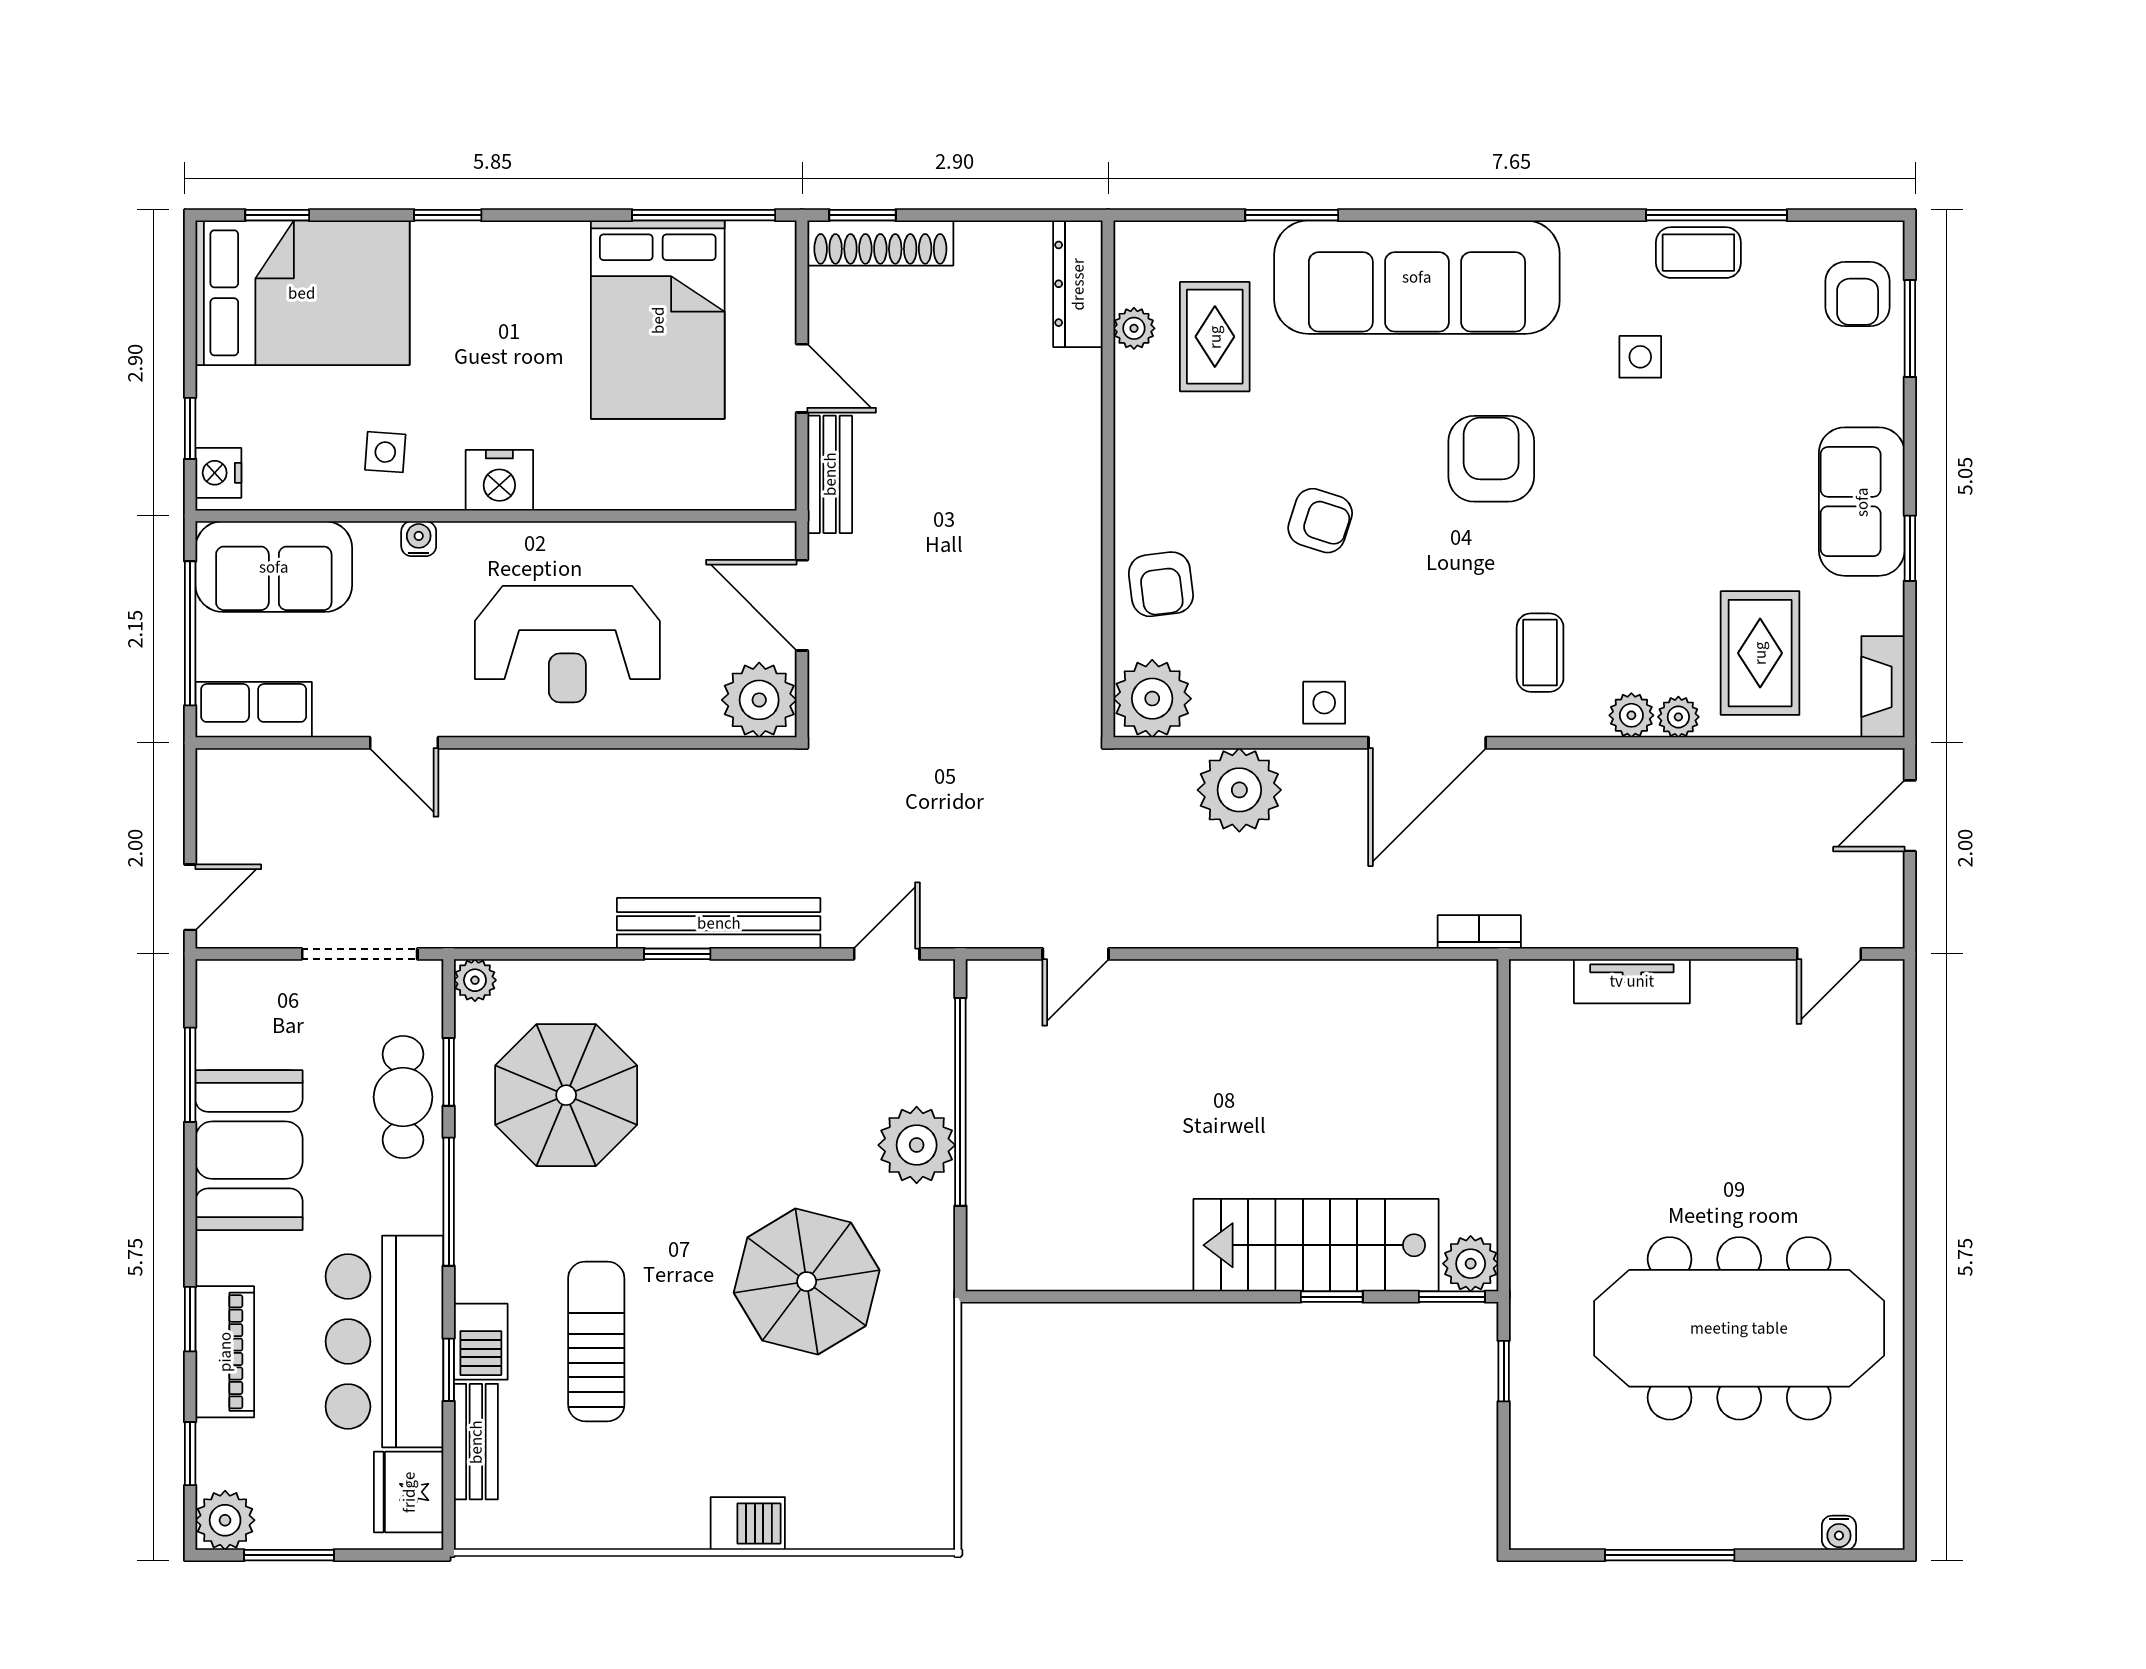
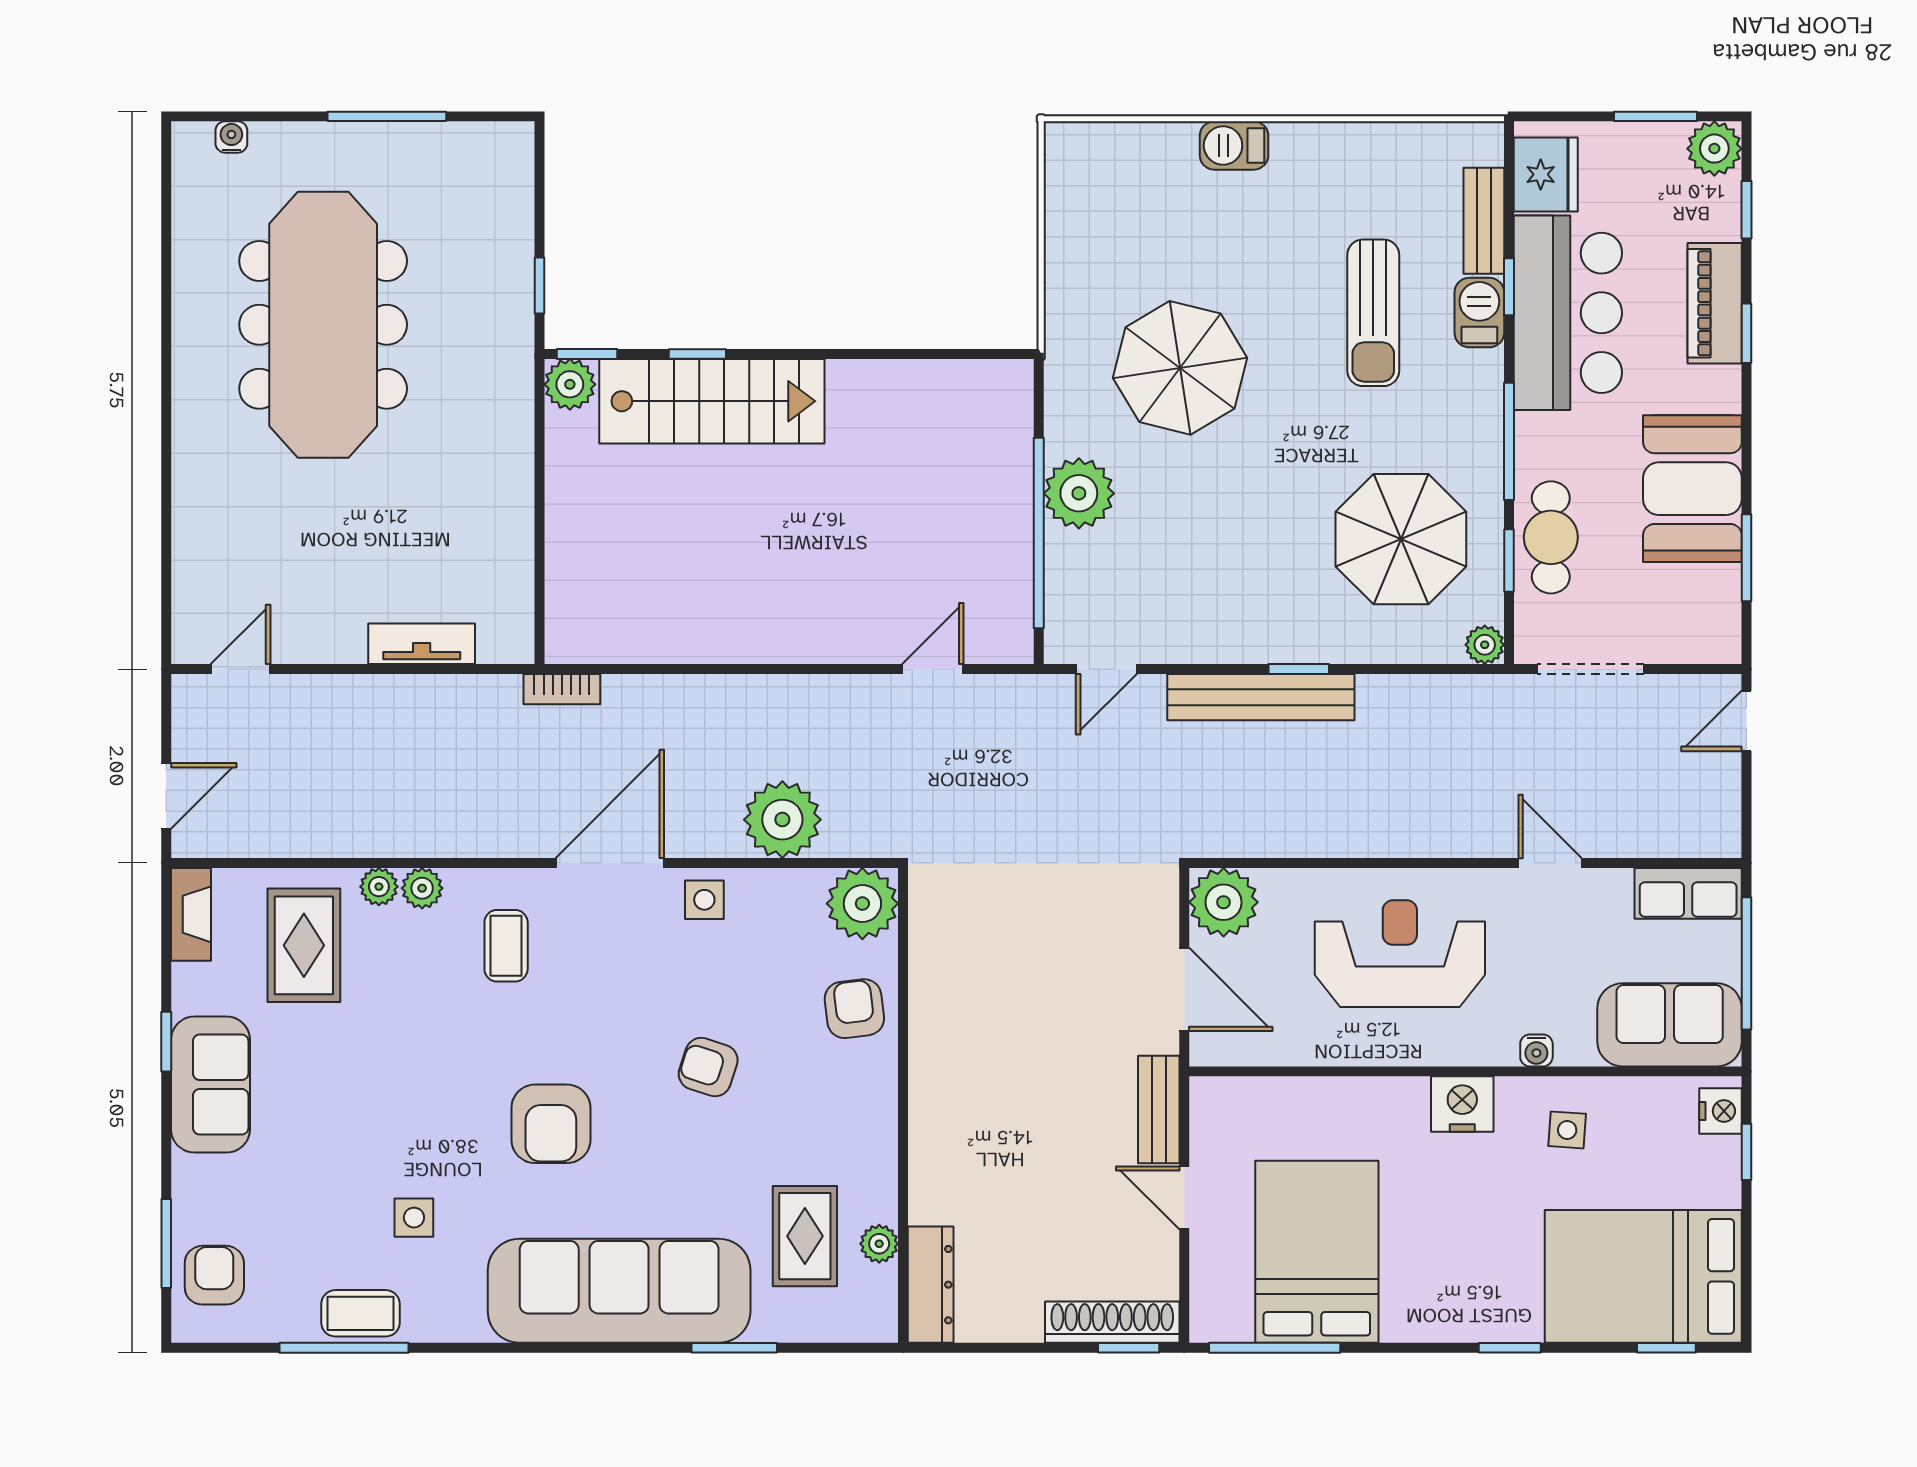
meeting table: (1739, 1328) -> (323, 325), turned 90

